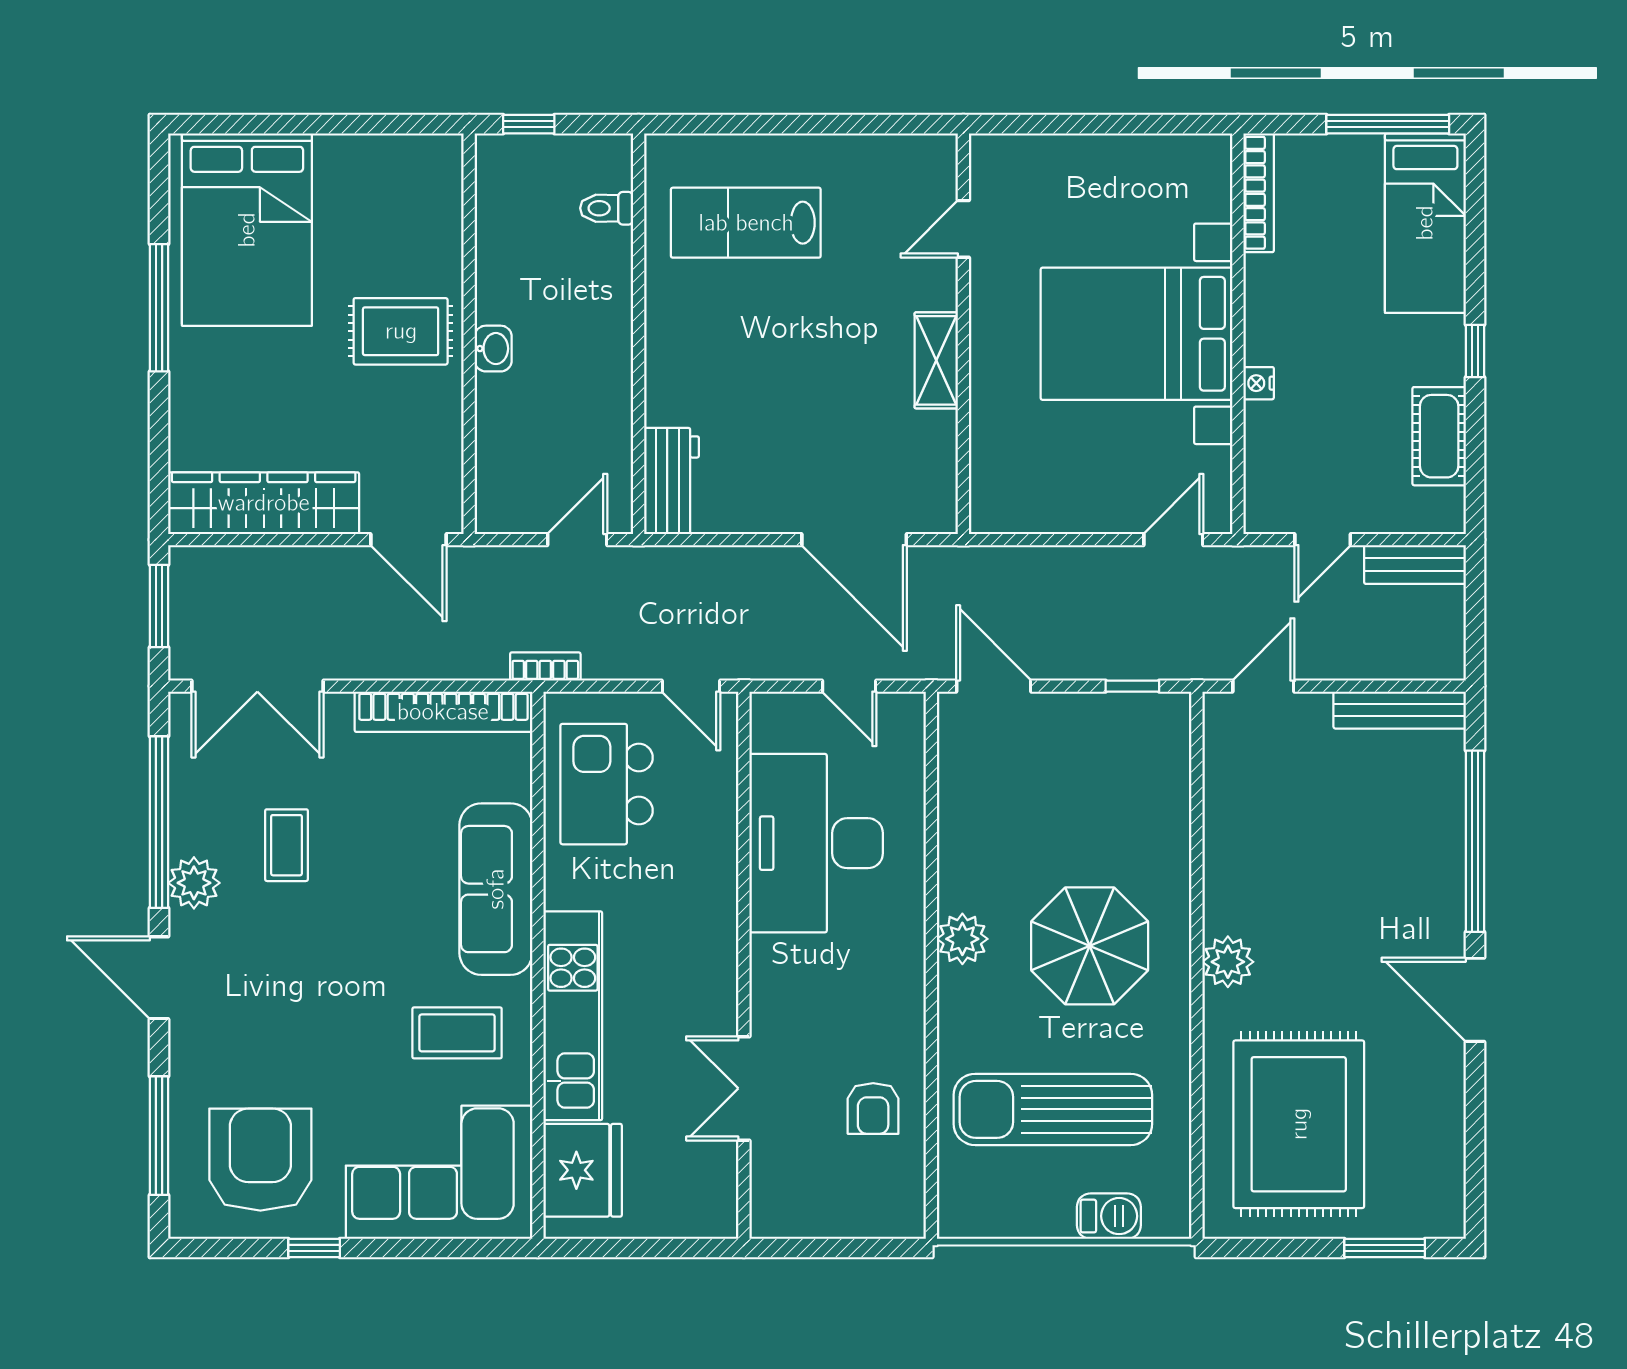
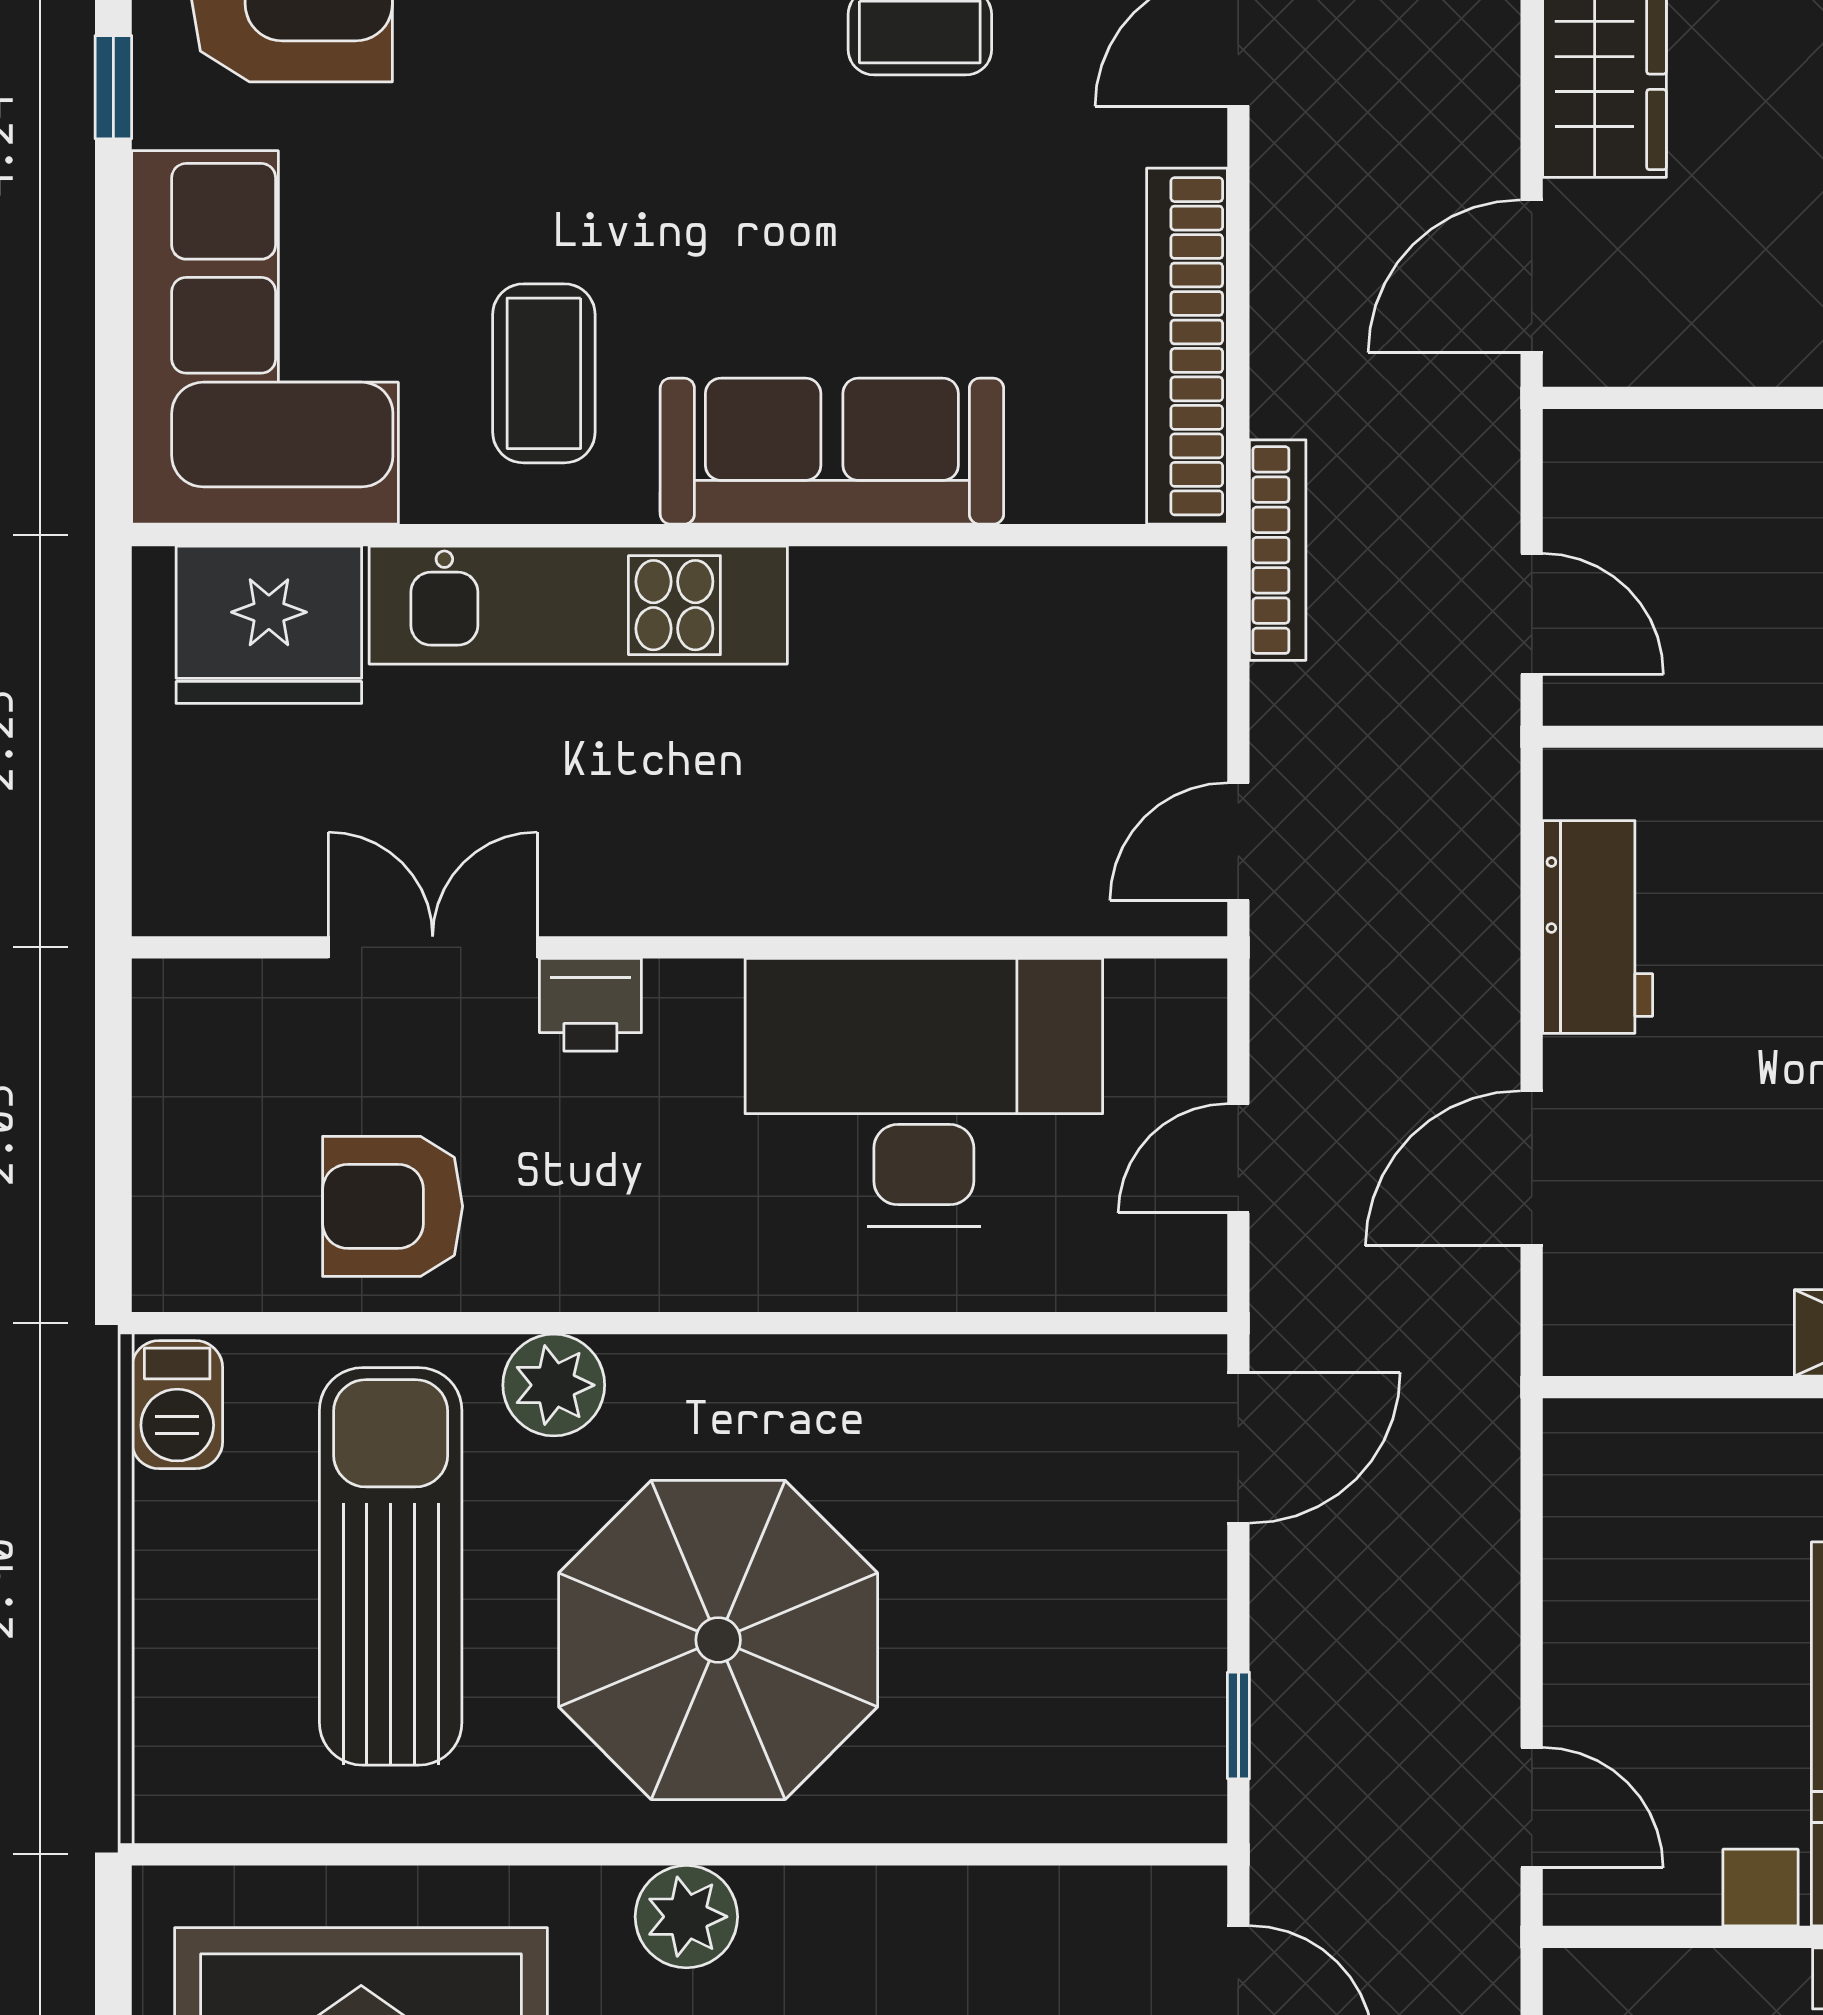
workbench: (671, 481) -> (1598, 927), moved, turned -90
door: (854, 540) -> (1532, 1168), width x0.73
bookcase: (545, 666) -> (1278, 550), width x1.56
kitchen island: (607, 784) -> (1042, 673), removed
plant: (962, 939) -> (554, 1385), moved
parasol: (1090, 946) -> (718, 1640), width x1.36, depth x1.36
printer: (772, 1010) -> (590, 1005), added
armchair: (873, 1108) -> (393, 1206), width x1.38, depth x1.38
barbecue: (1109, 1216) -> (177, 1405), moved

